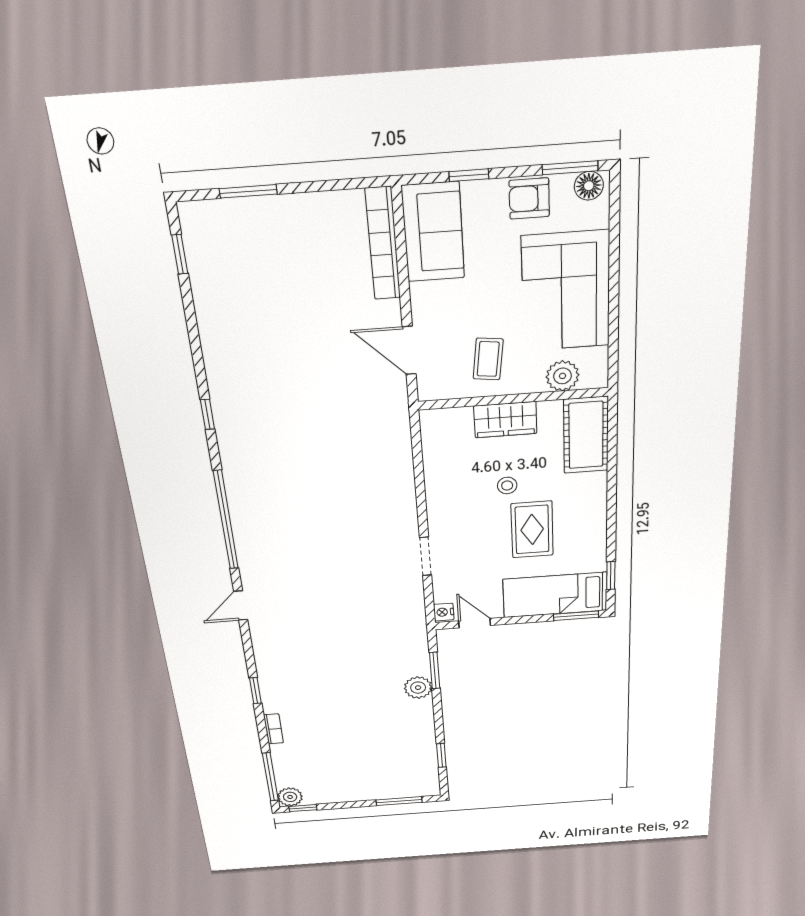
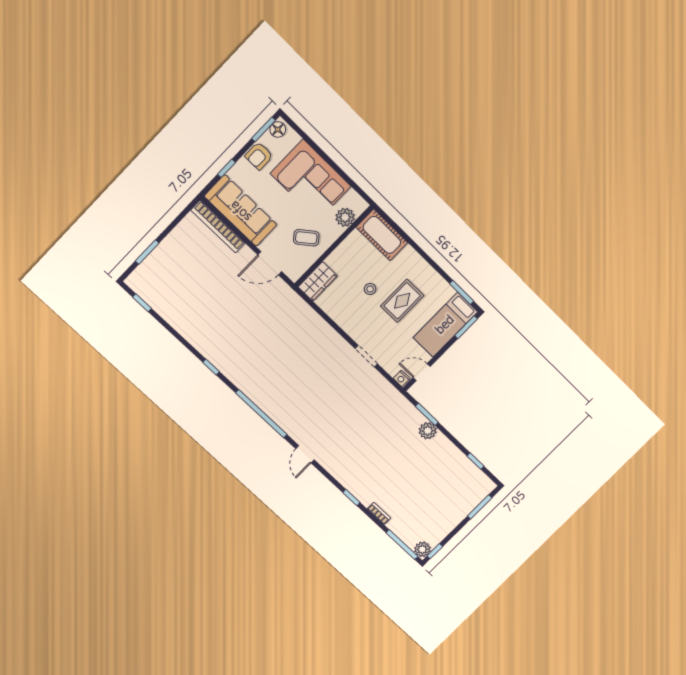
sofa: (433, 232) -> (241, 211), width x1.36
coffee table: (488, 359) -> (306, 238), turned -45
wardrobe: (505, 420) -> (318, 281), moved
rug: (532, 530) -> (402, 301), turned 90
window: (611, 576) -> (462, 292), width x1.50

